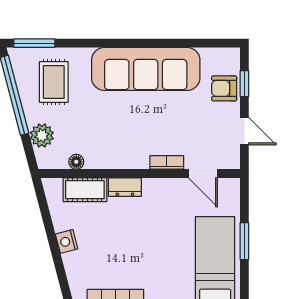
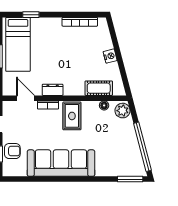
rug: (54, 82) -> (72, 116), moved
plant: (42, 135) -> (123, 111), moved
dresser: (125, 187) -> (53, 90), moved

